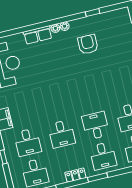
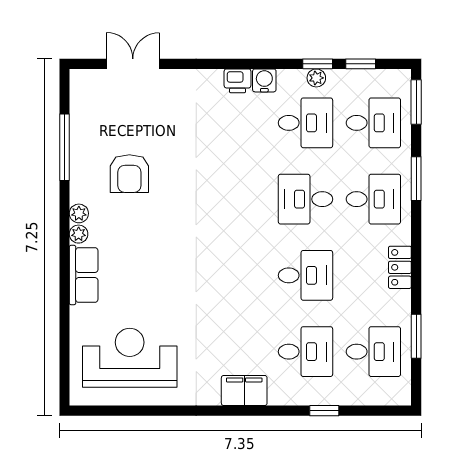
window: (93, 13) -> (64, 147), width x2.17
armchair: (88, 44) -> (129, 174), turned -90
window: (98, 177) -> (416, 179), moved

